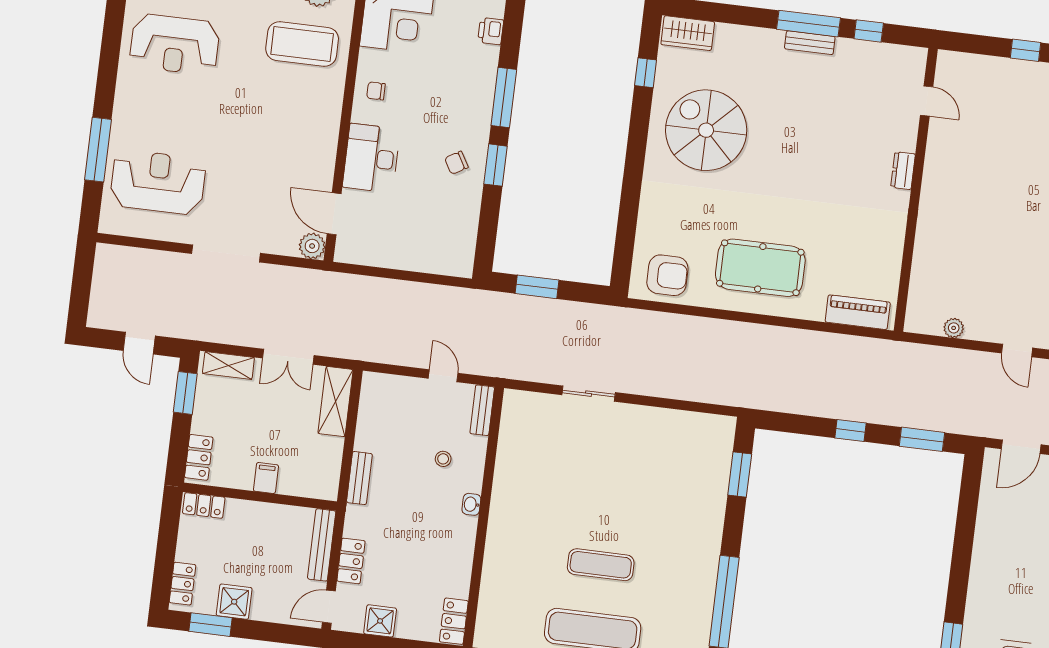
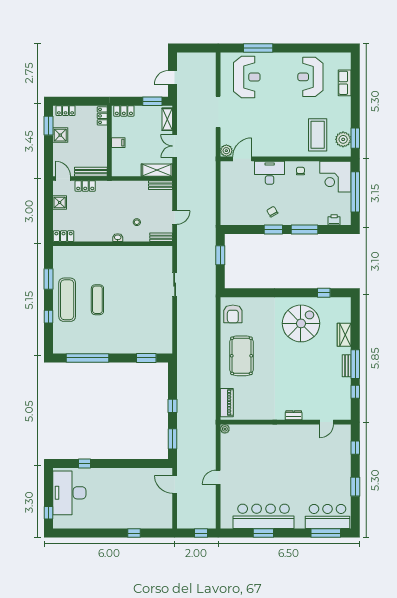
wardrobe: (688, 33) -> (344, 335), moved
window: (1026, 50) -> (355, 448), moved
plant: (954, 328) -> (225, 429), moved
bench: (359, 478) -> (161, 185), moved

